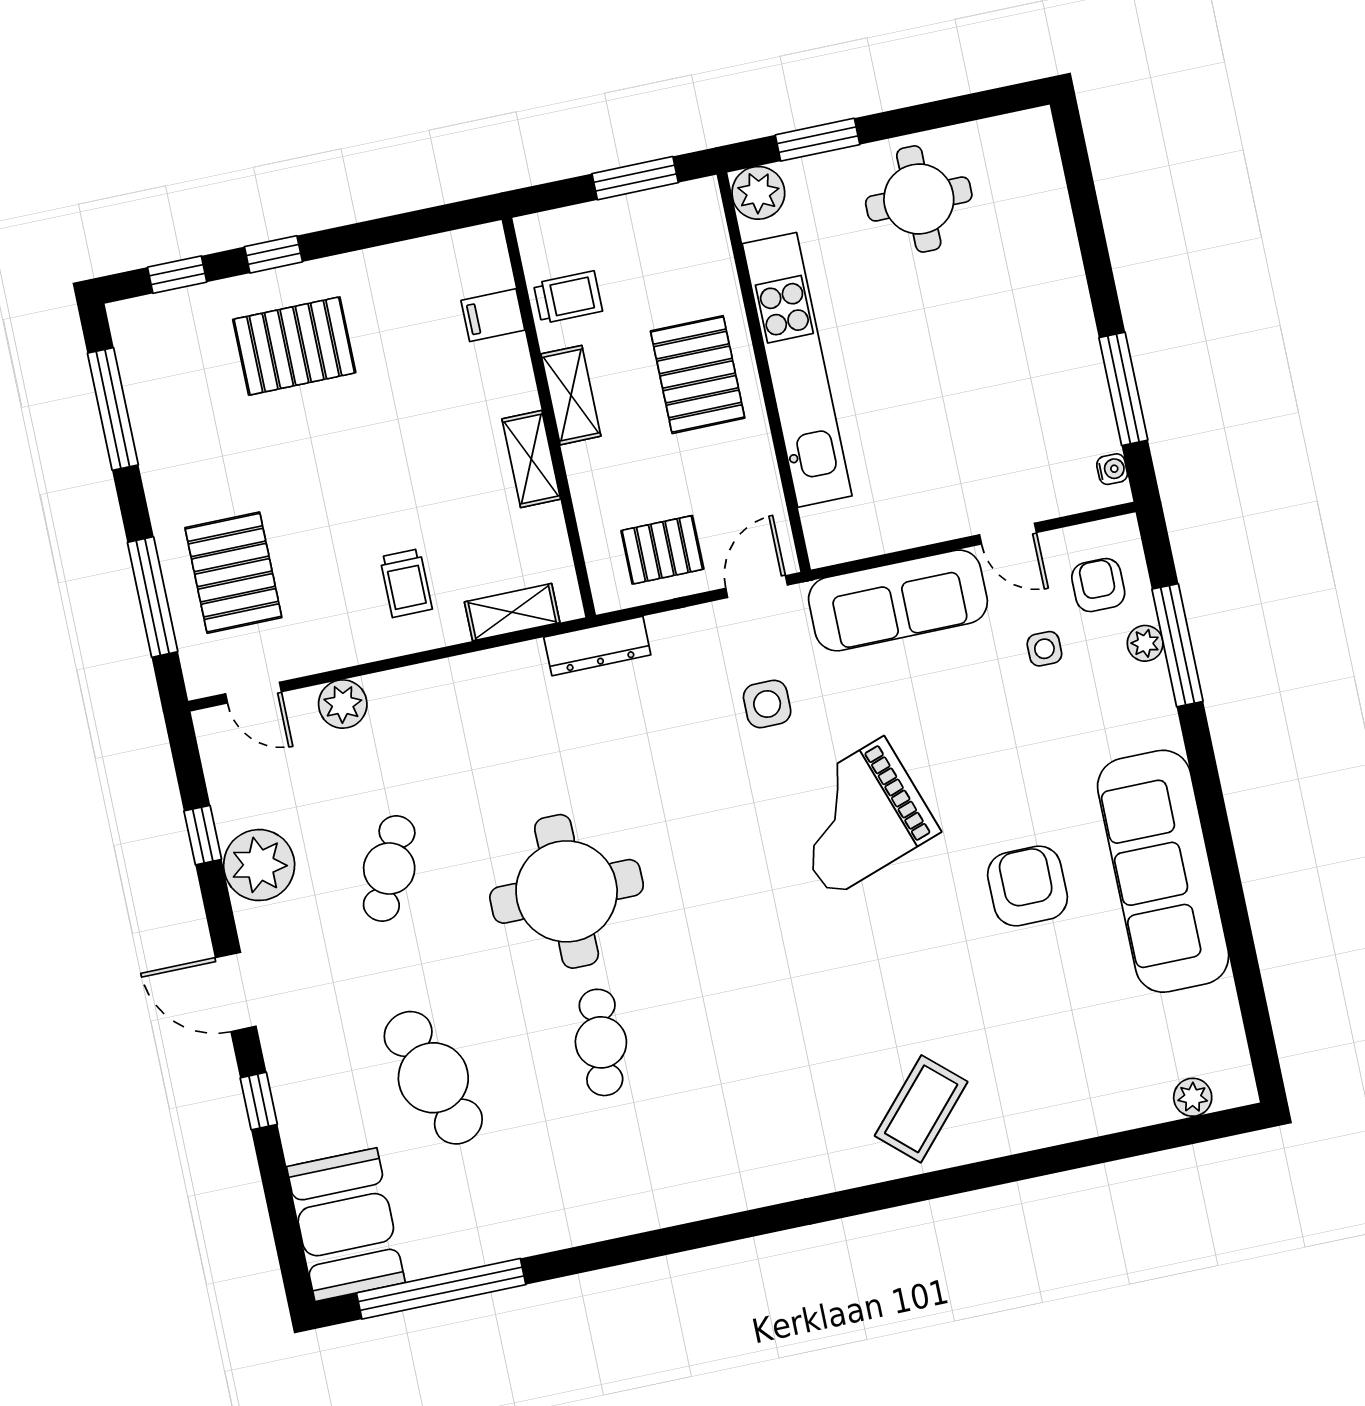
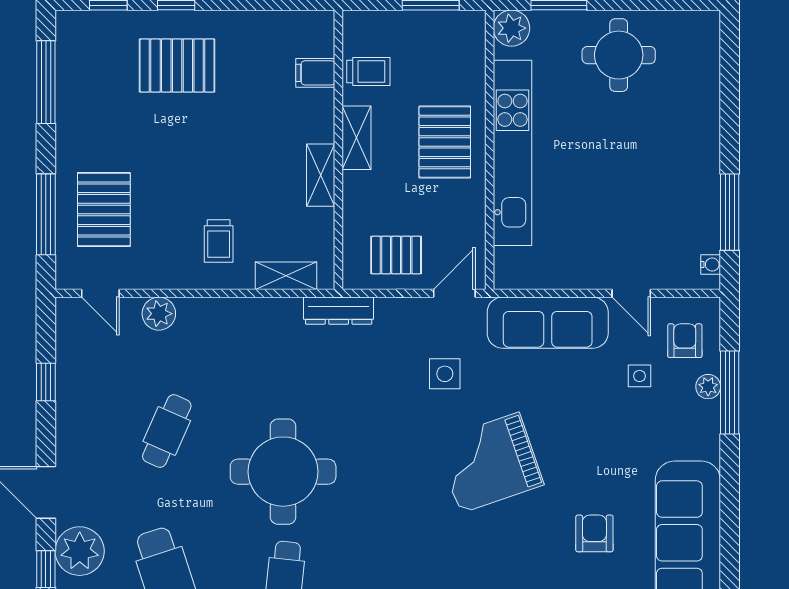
plant: (259, 865) -> (80, 551), moved
armchair: (1028, 886) -> (594, 533), width x0.72, depth x0.72

